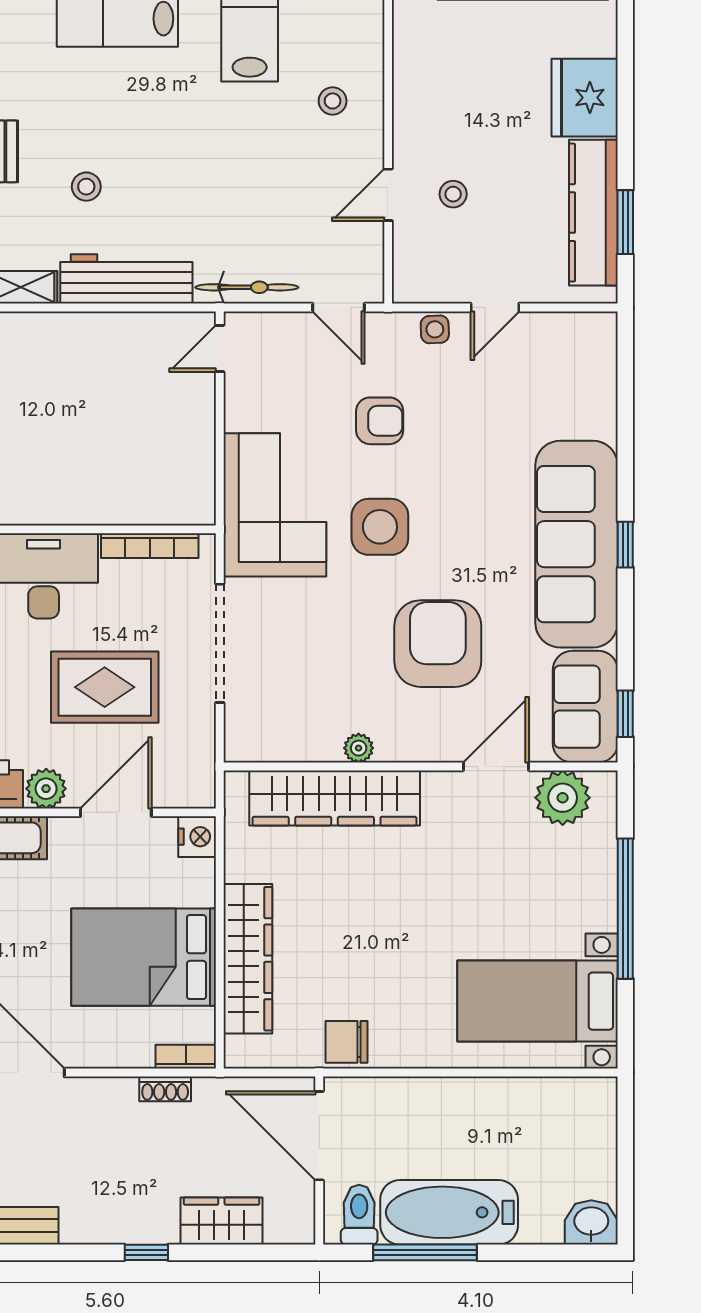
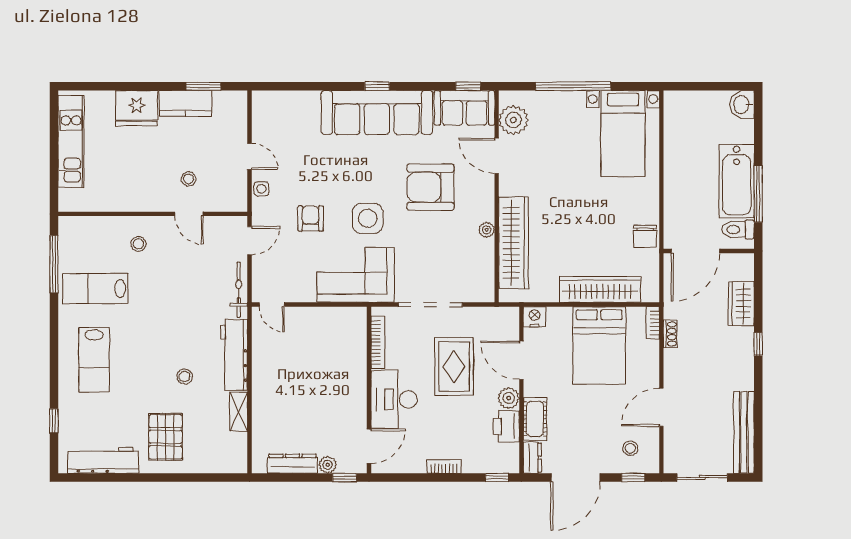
kitchen counter: (593, 213) -> (185, 103), width x0.67

